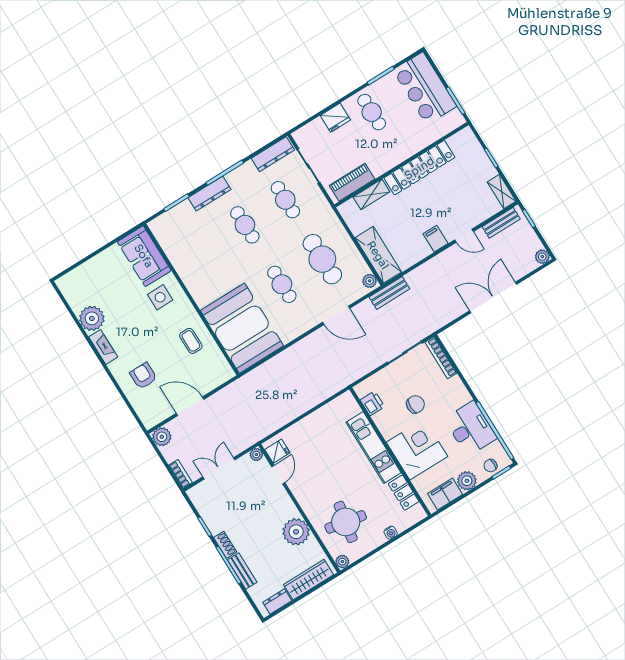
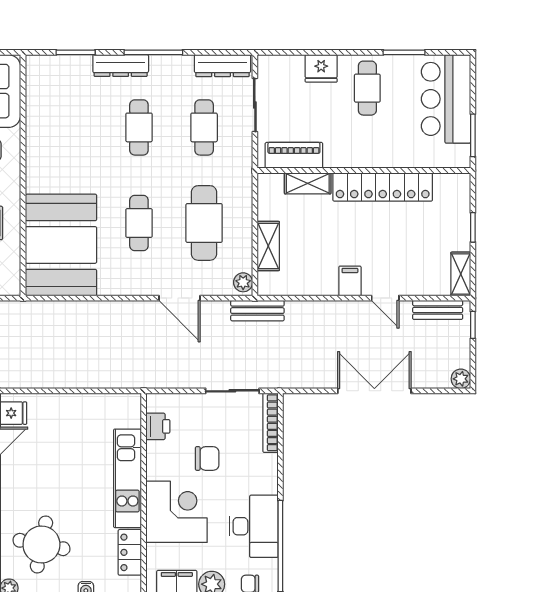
shelving: (378, 255) -> (268, 246), width x0.67, depth x0.75

